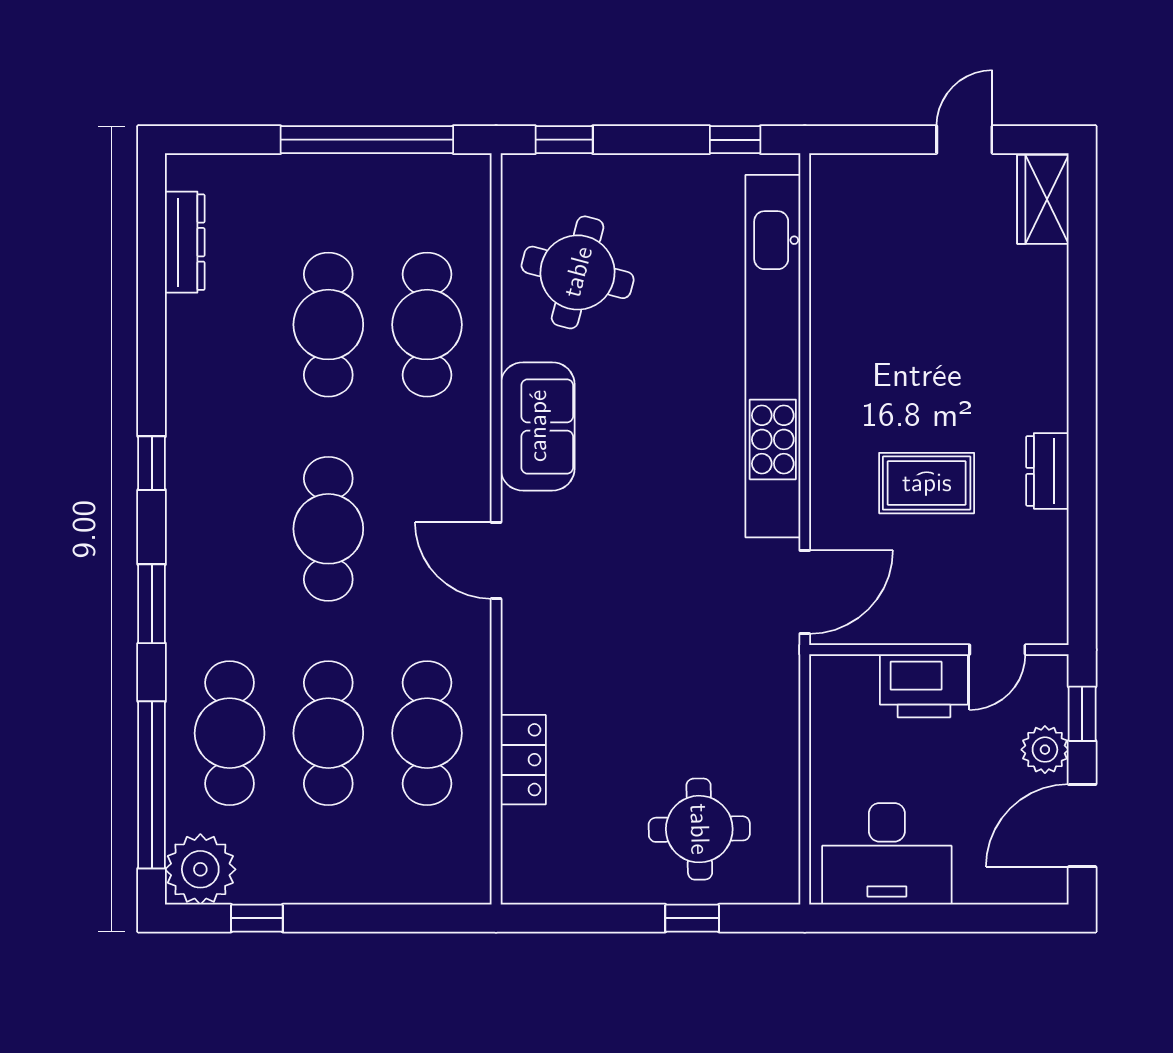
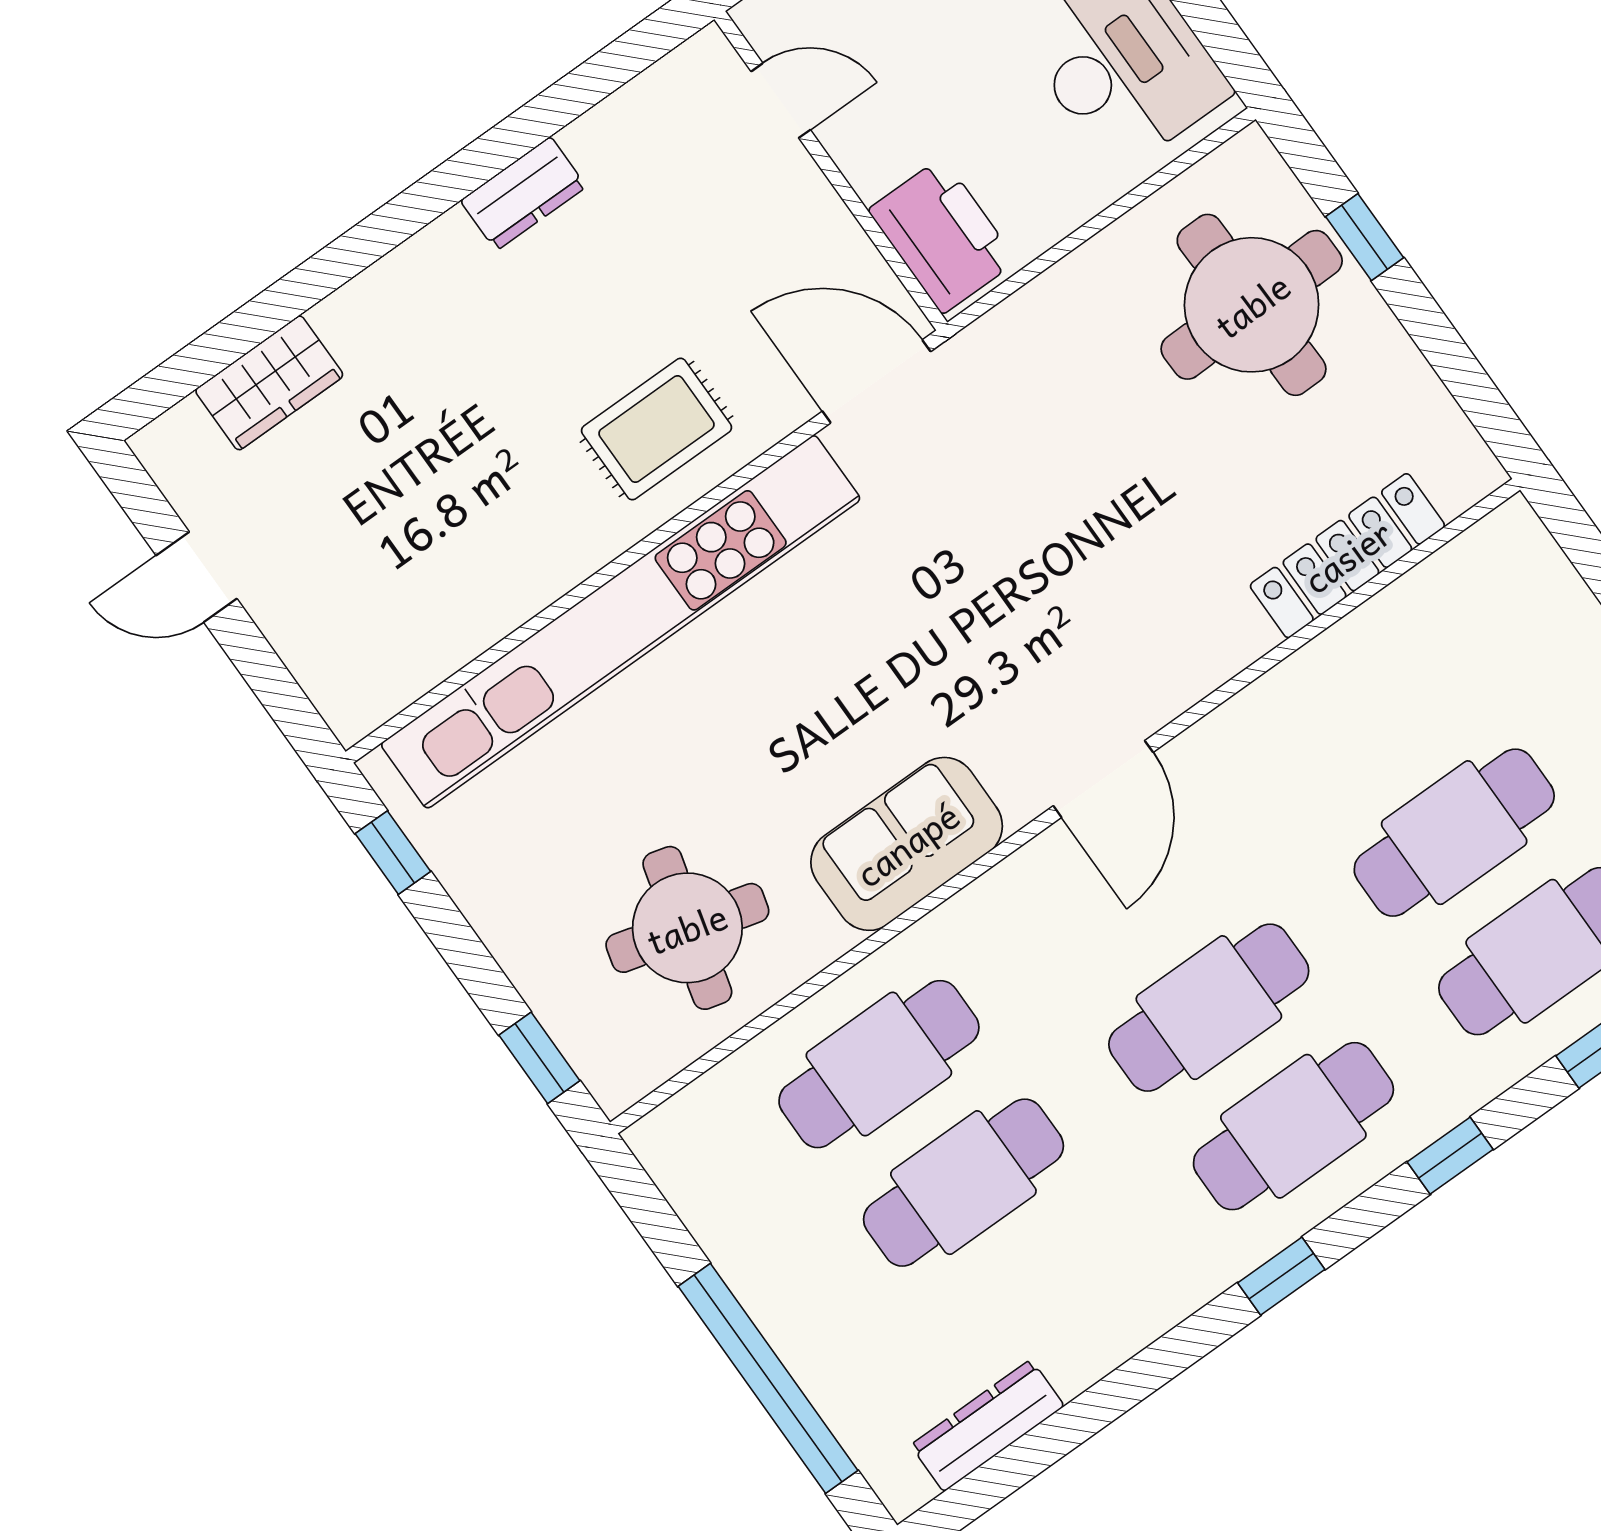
window: (367, 140) -> (768, 1378), moved
wardrobe: (1043, 199) -> (269, 383), moved
rug: (927, 483) -> (657, 429), moved, turned 90
window: (152, 604) -> (1450, 1156), width x0.67
printer: (924, 686) -> (942, 236), moved
cafe table: (427, 733) -> (1293, 1126), moved
locker: (523, 760) -> (1347, 556), width x1.53
round table: (699, 829) -> (1252, 305), width x1.36, depth x1.36

